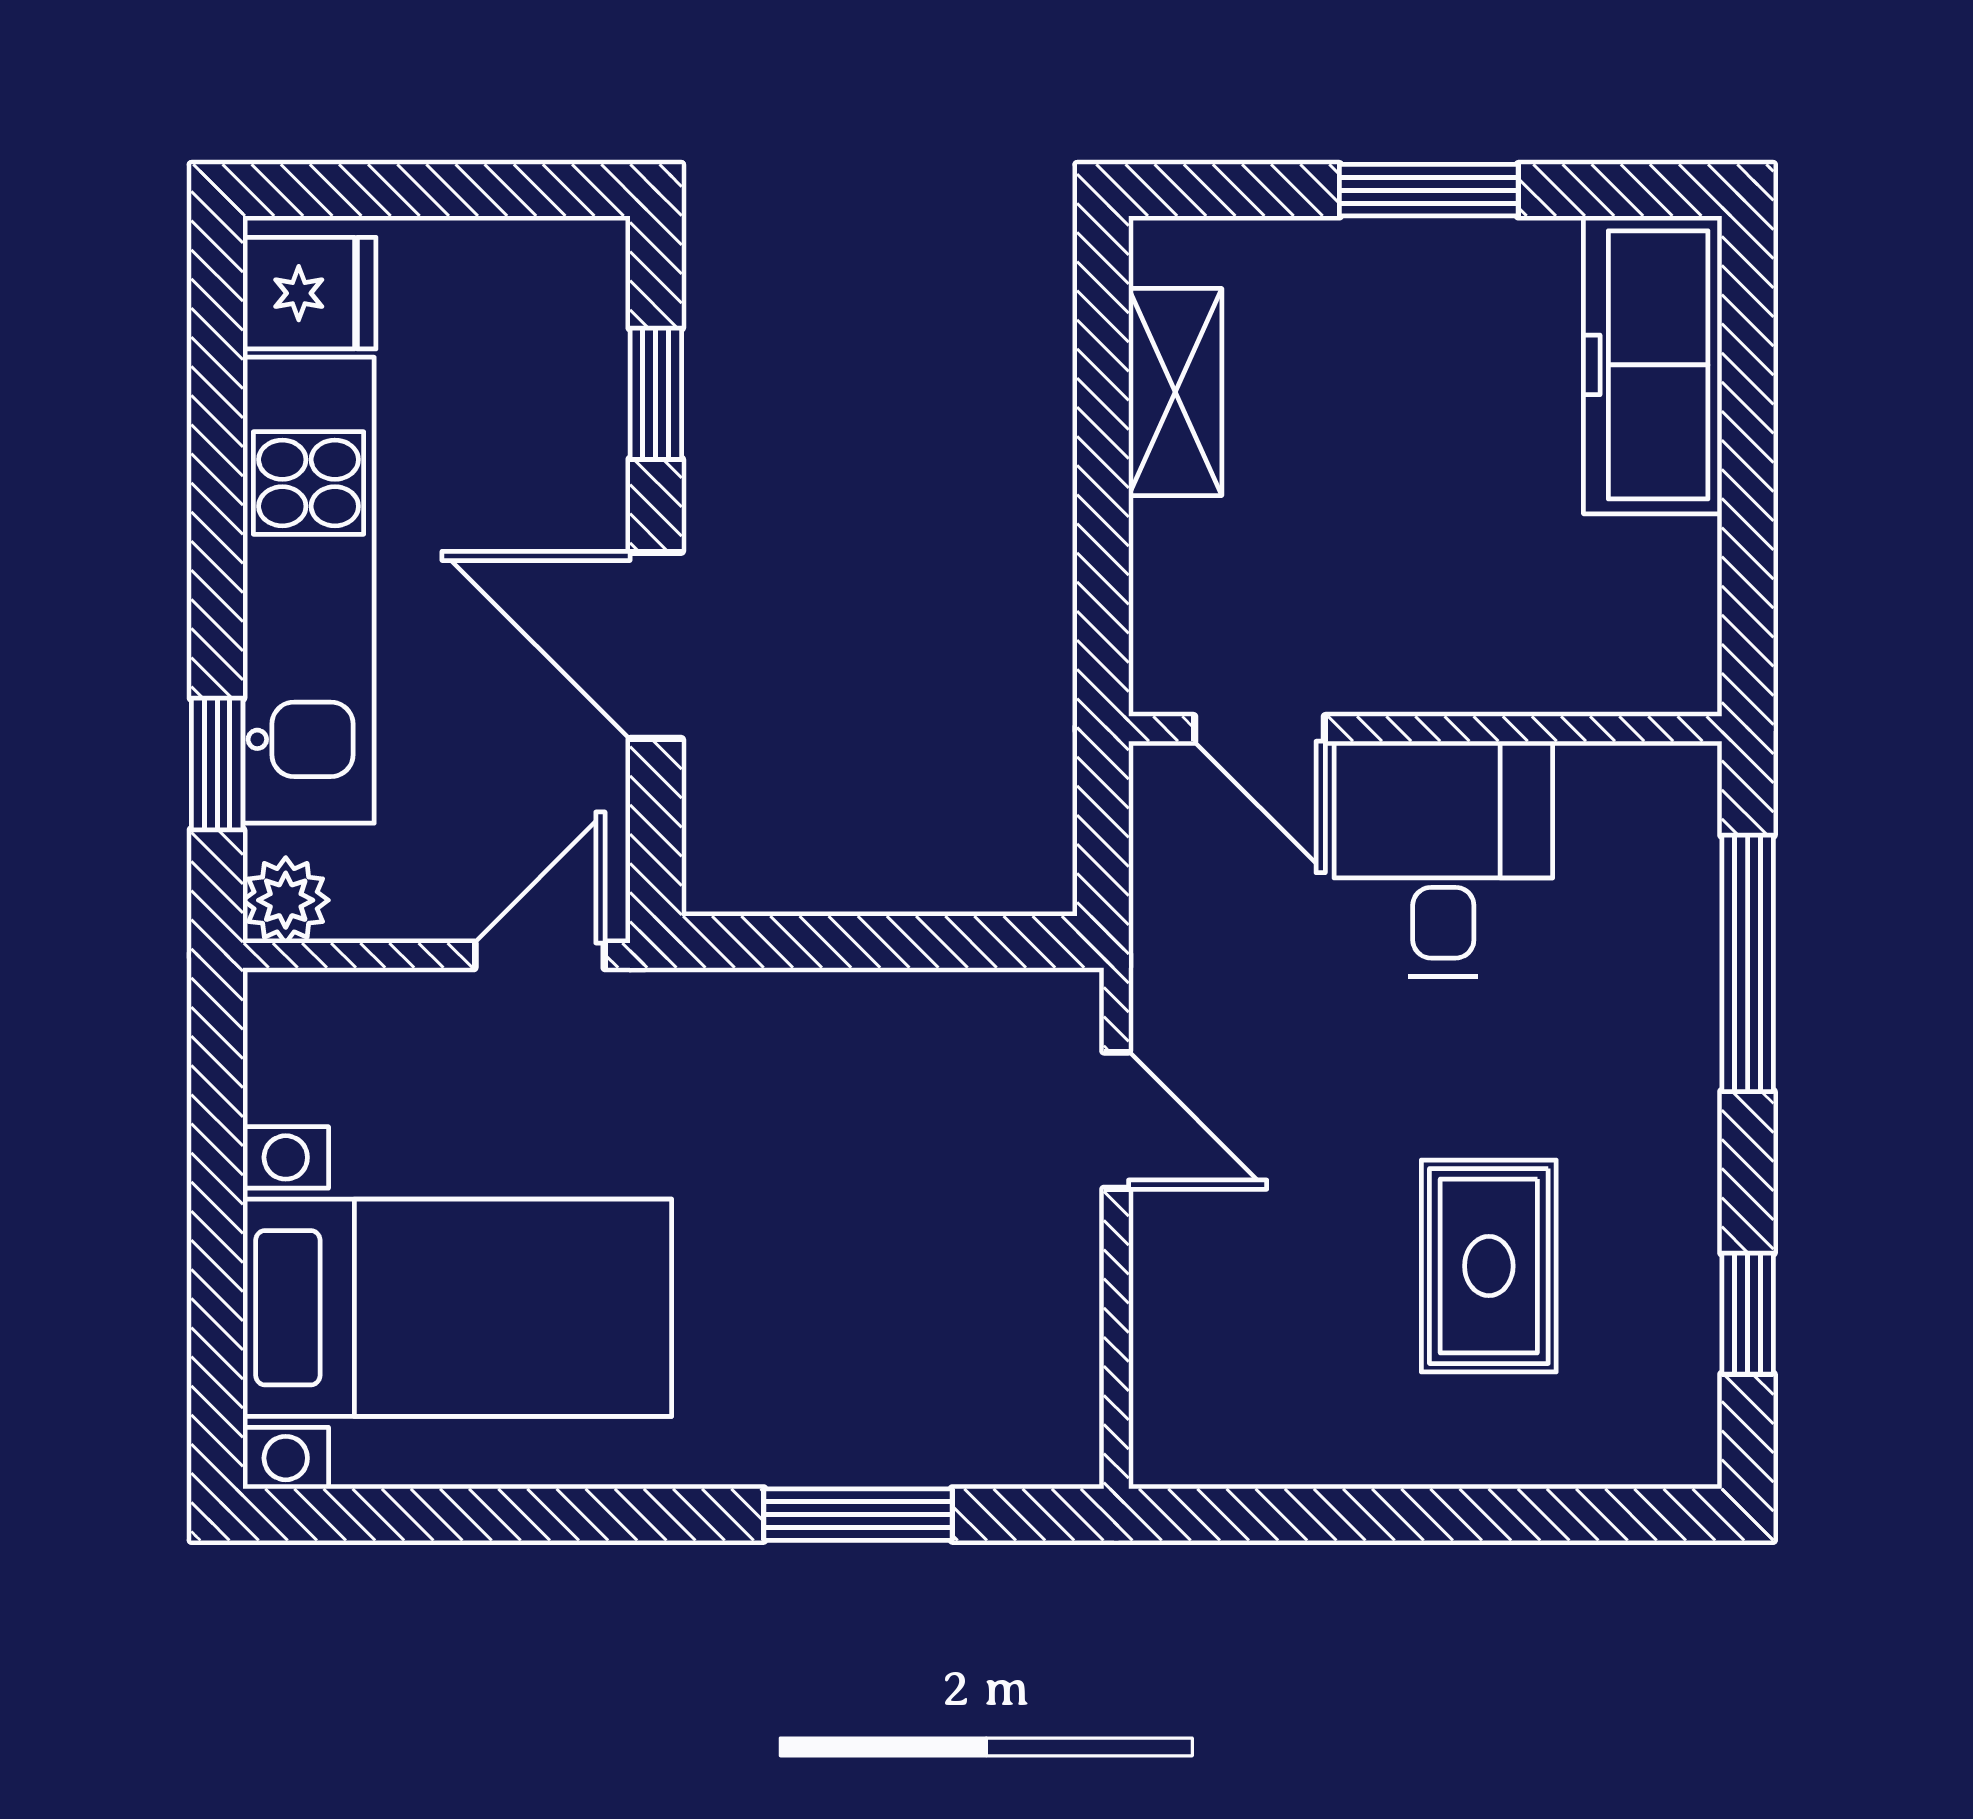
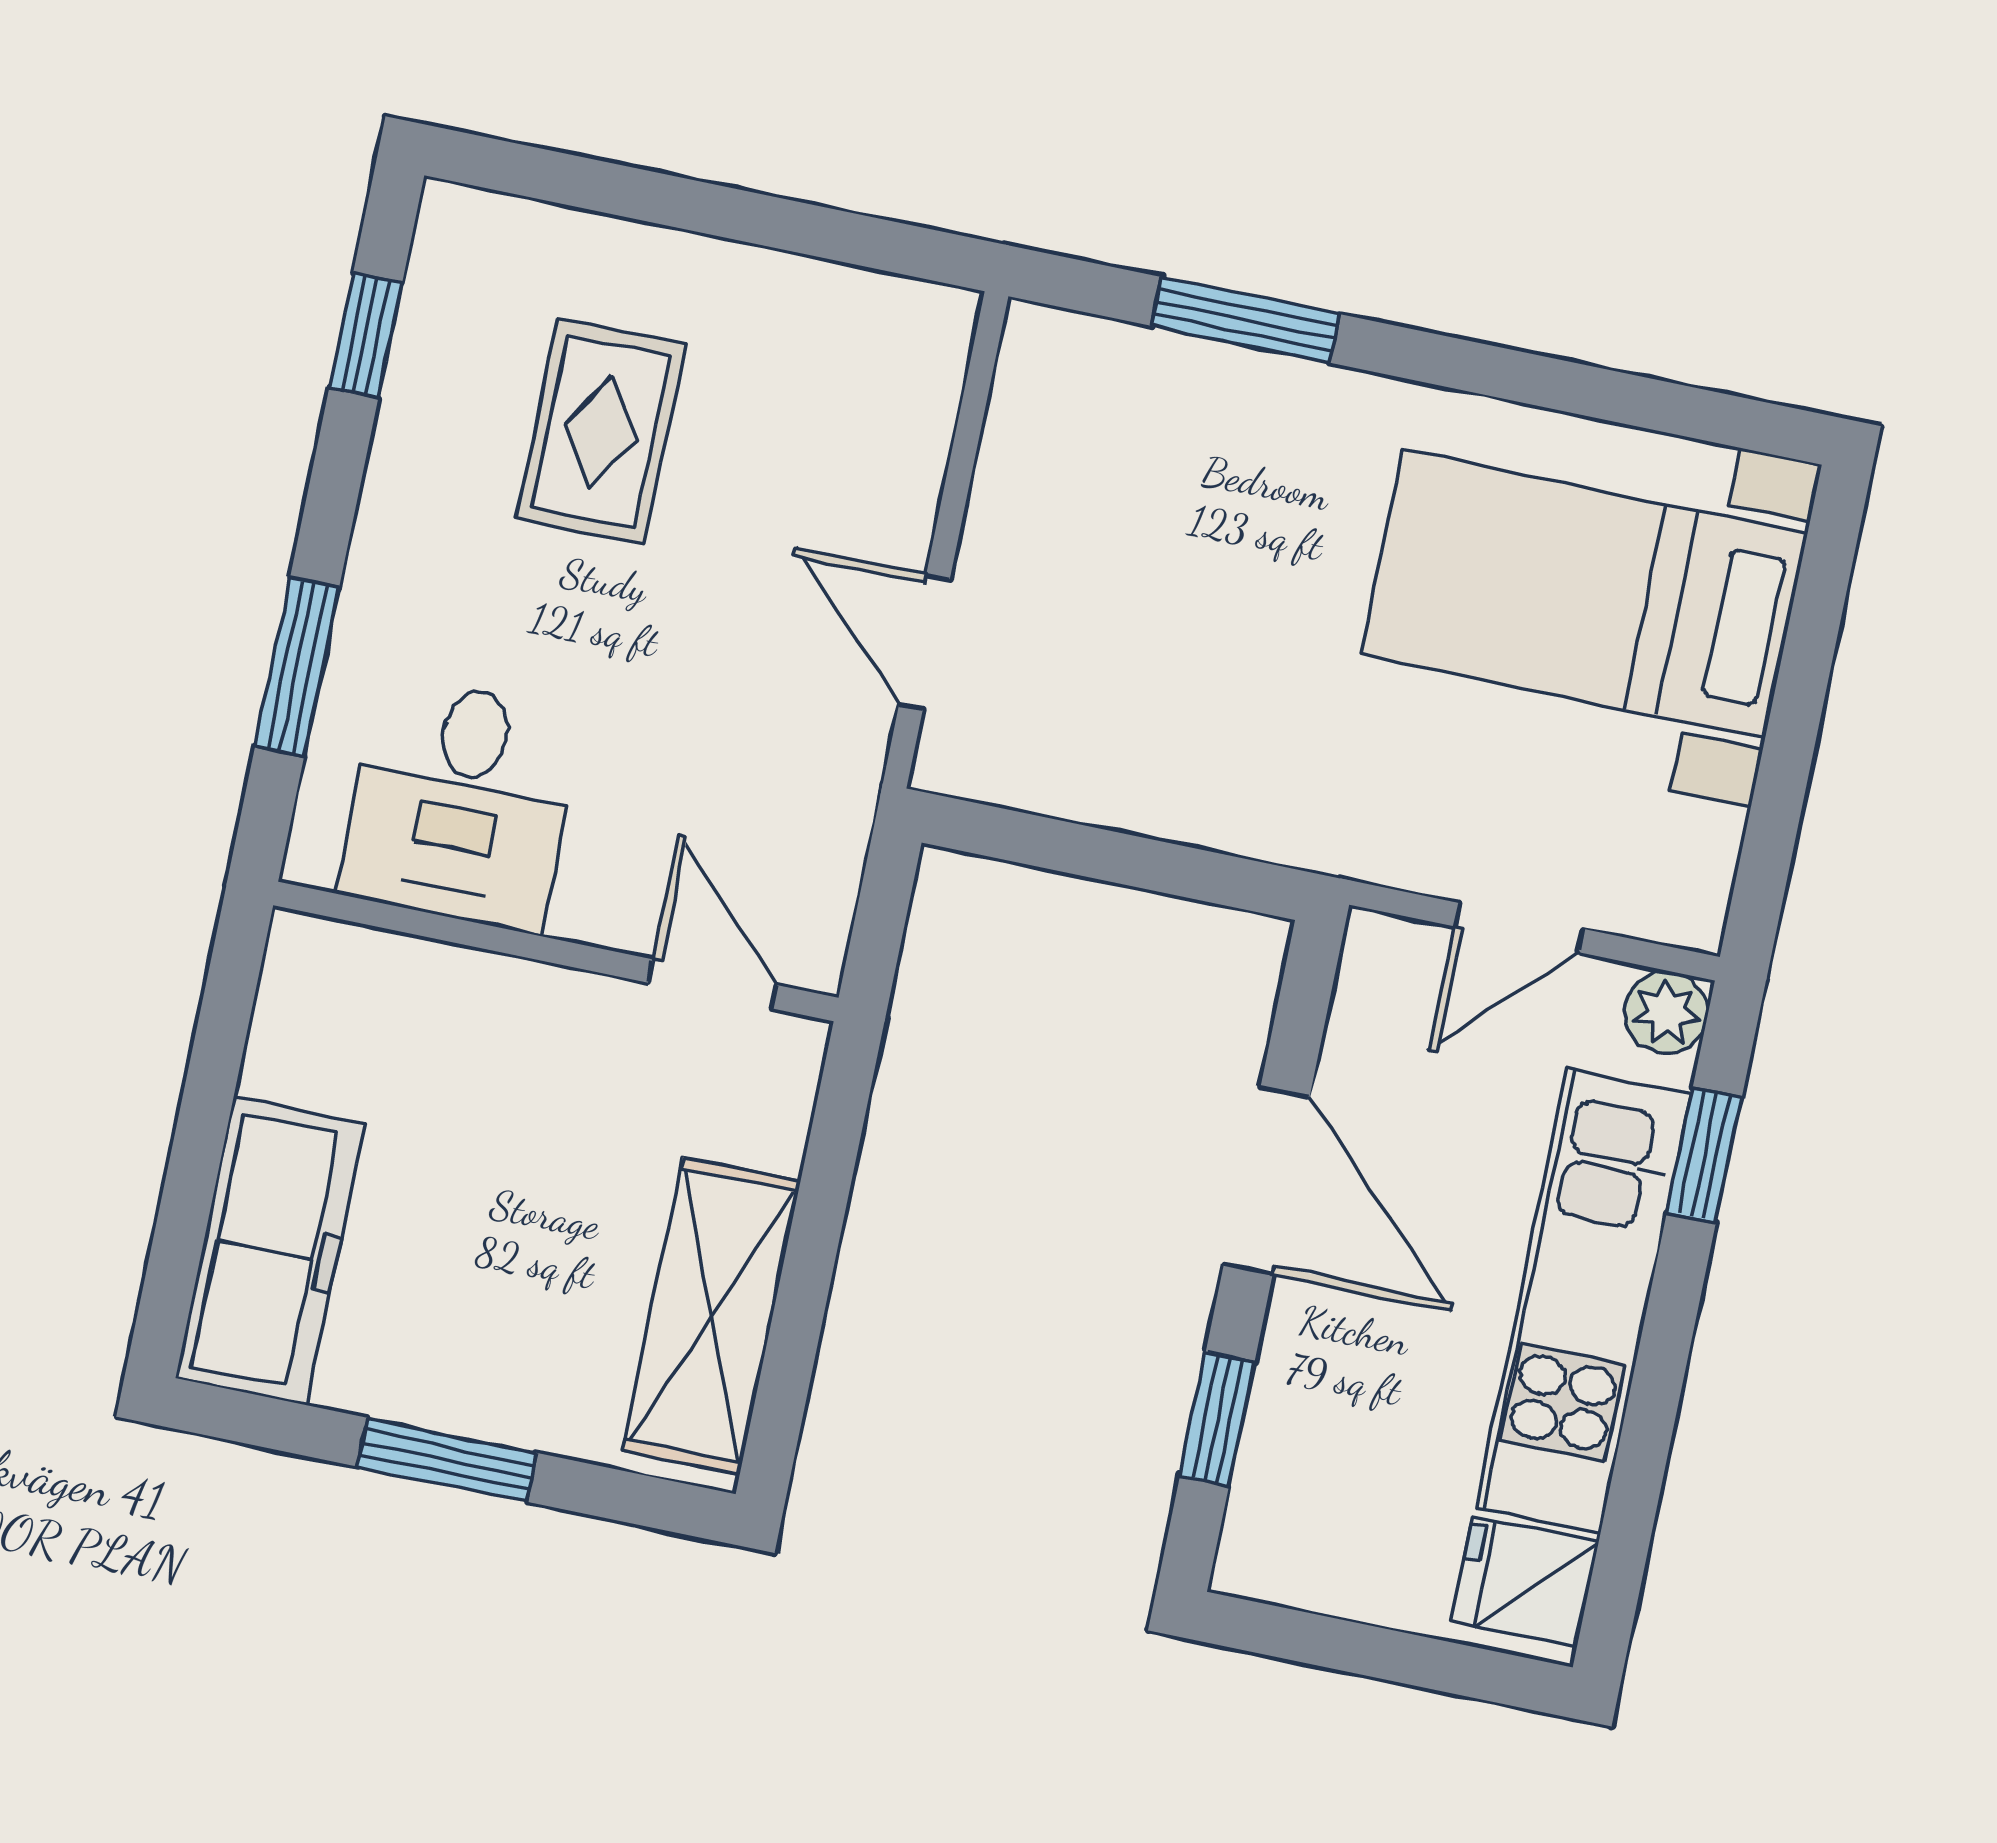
shelving: (1175, 392) -> (712, 1316), width x1.50, depth x1.33
desk: (1443, 859) -> (461, 803), moved
door: (540, 955) -> (1519, 928), moved
window: (1748, 963) -> (297, 667), width x0.69

